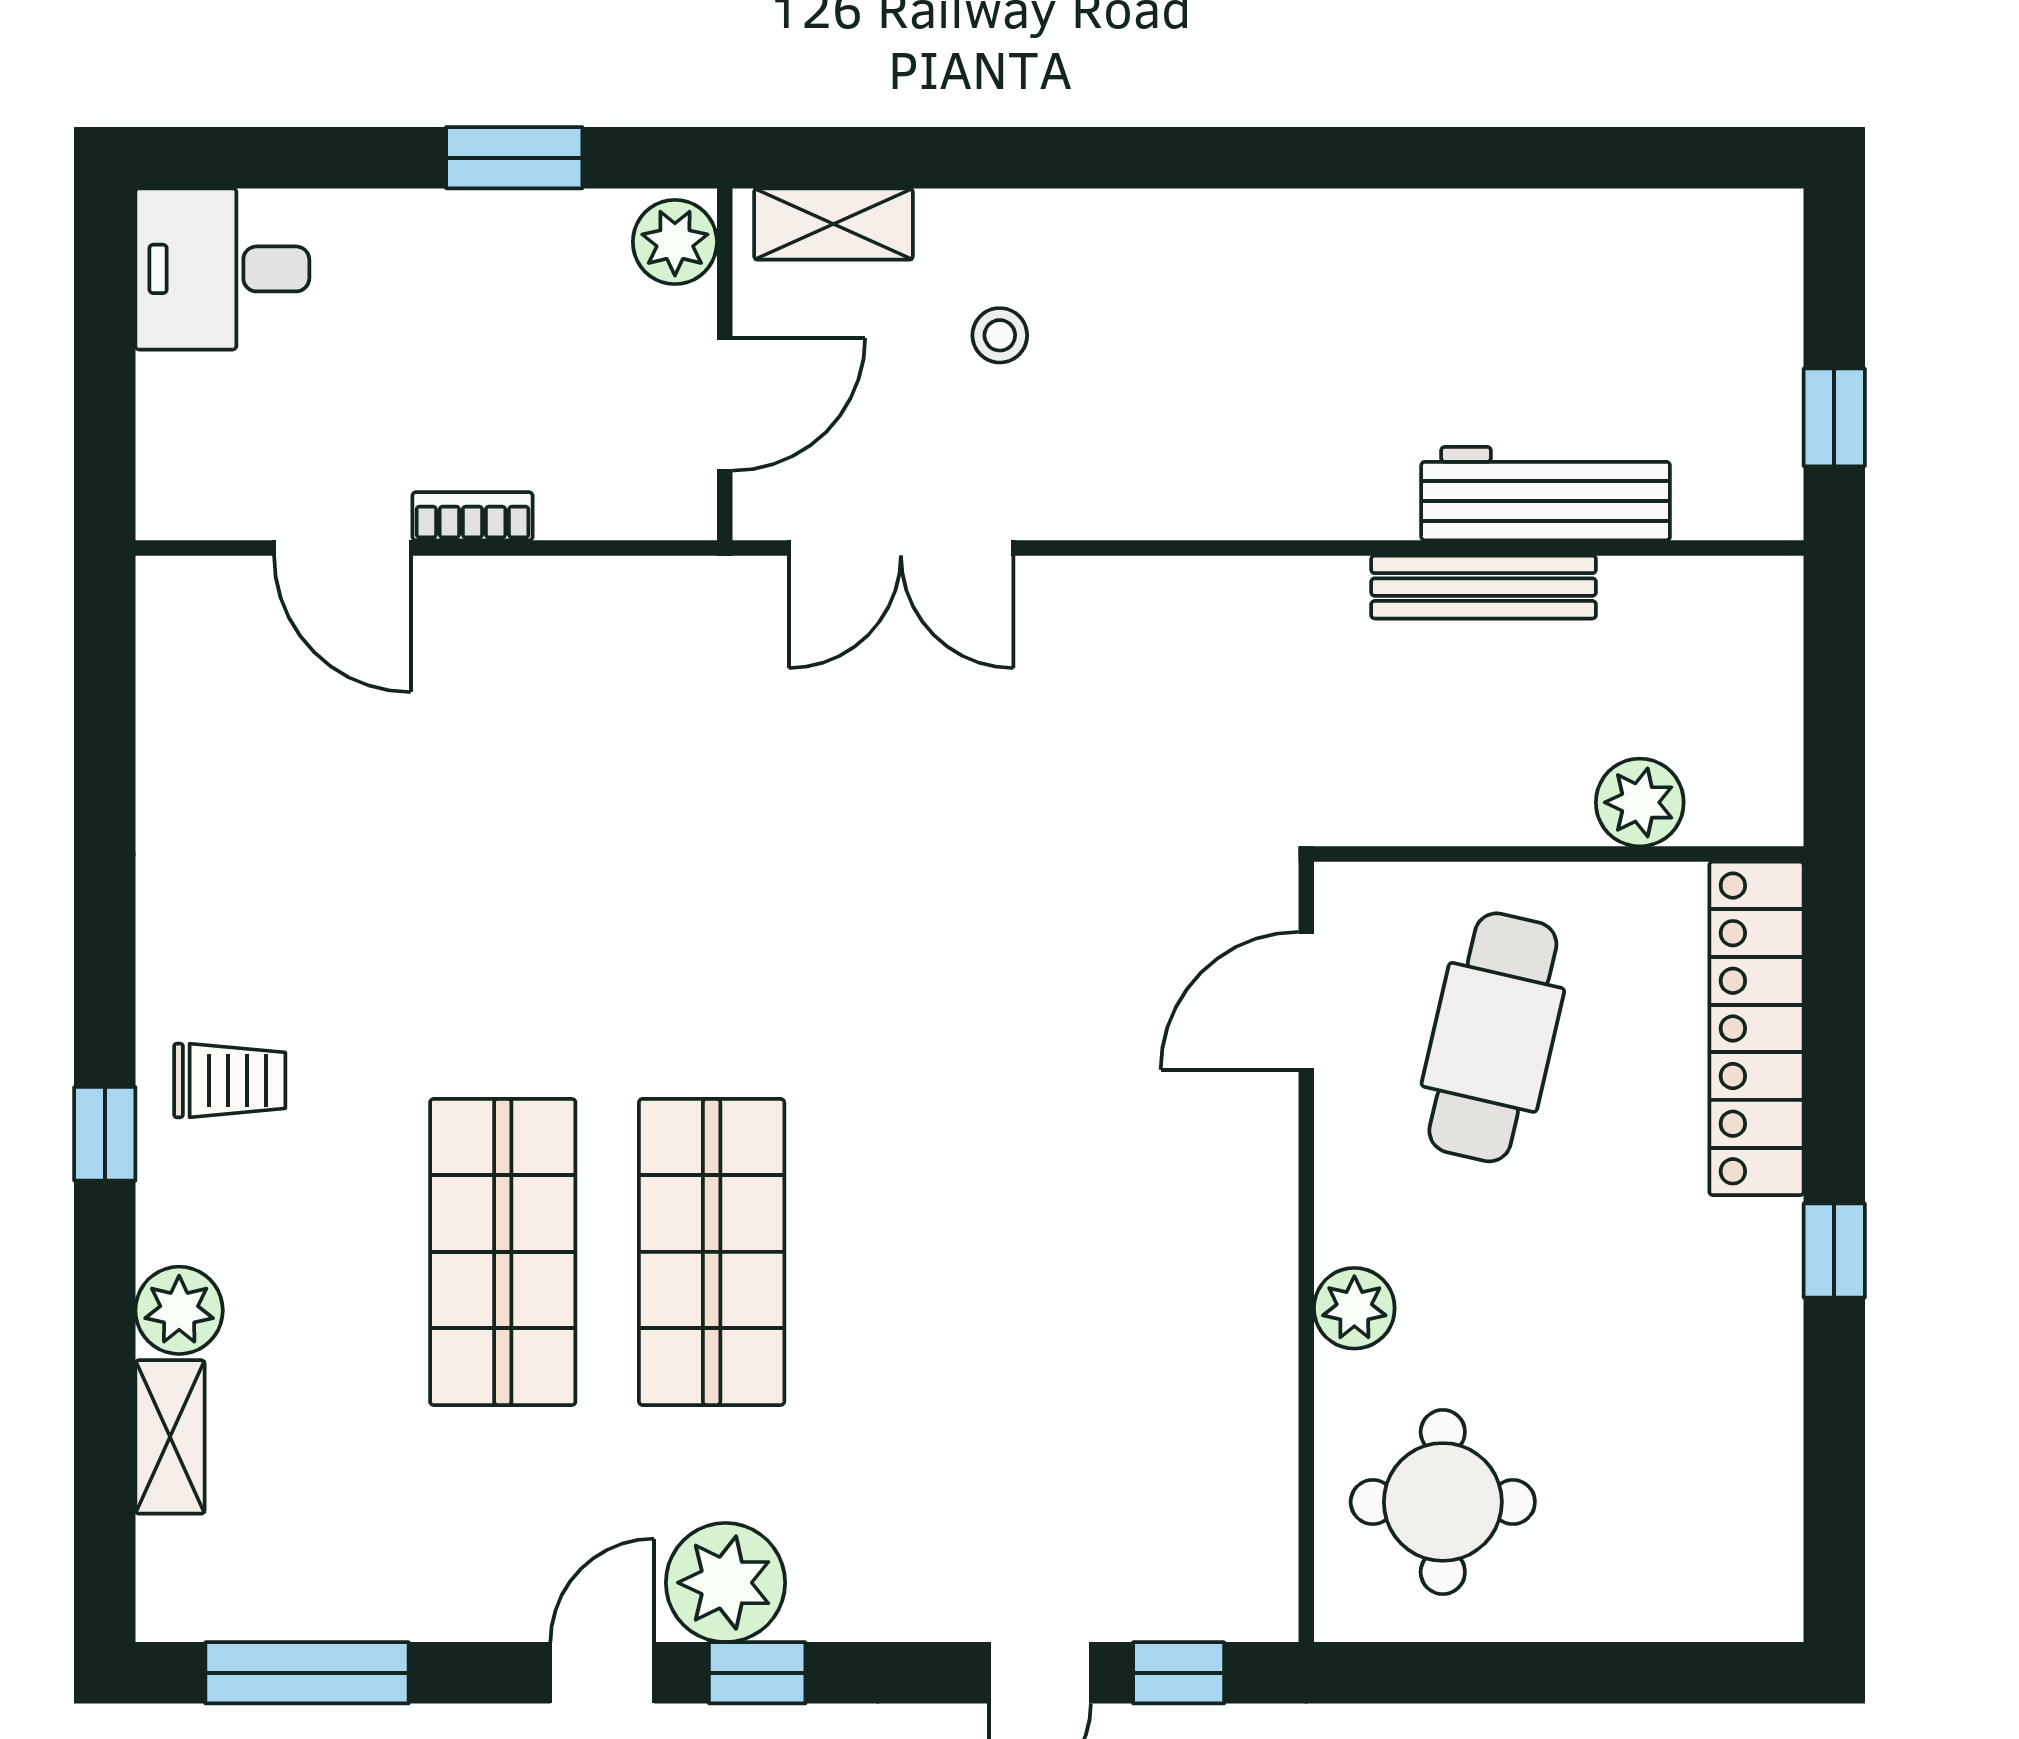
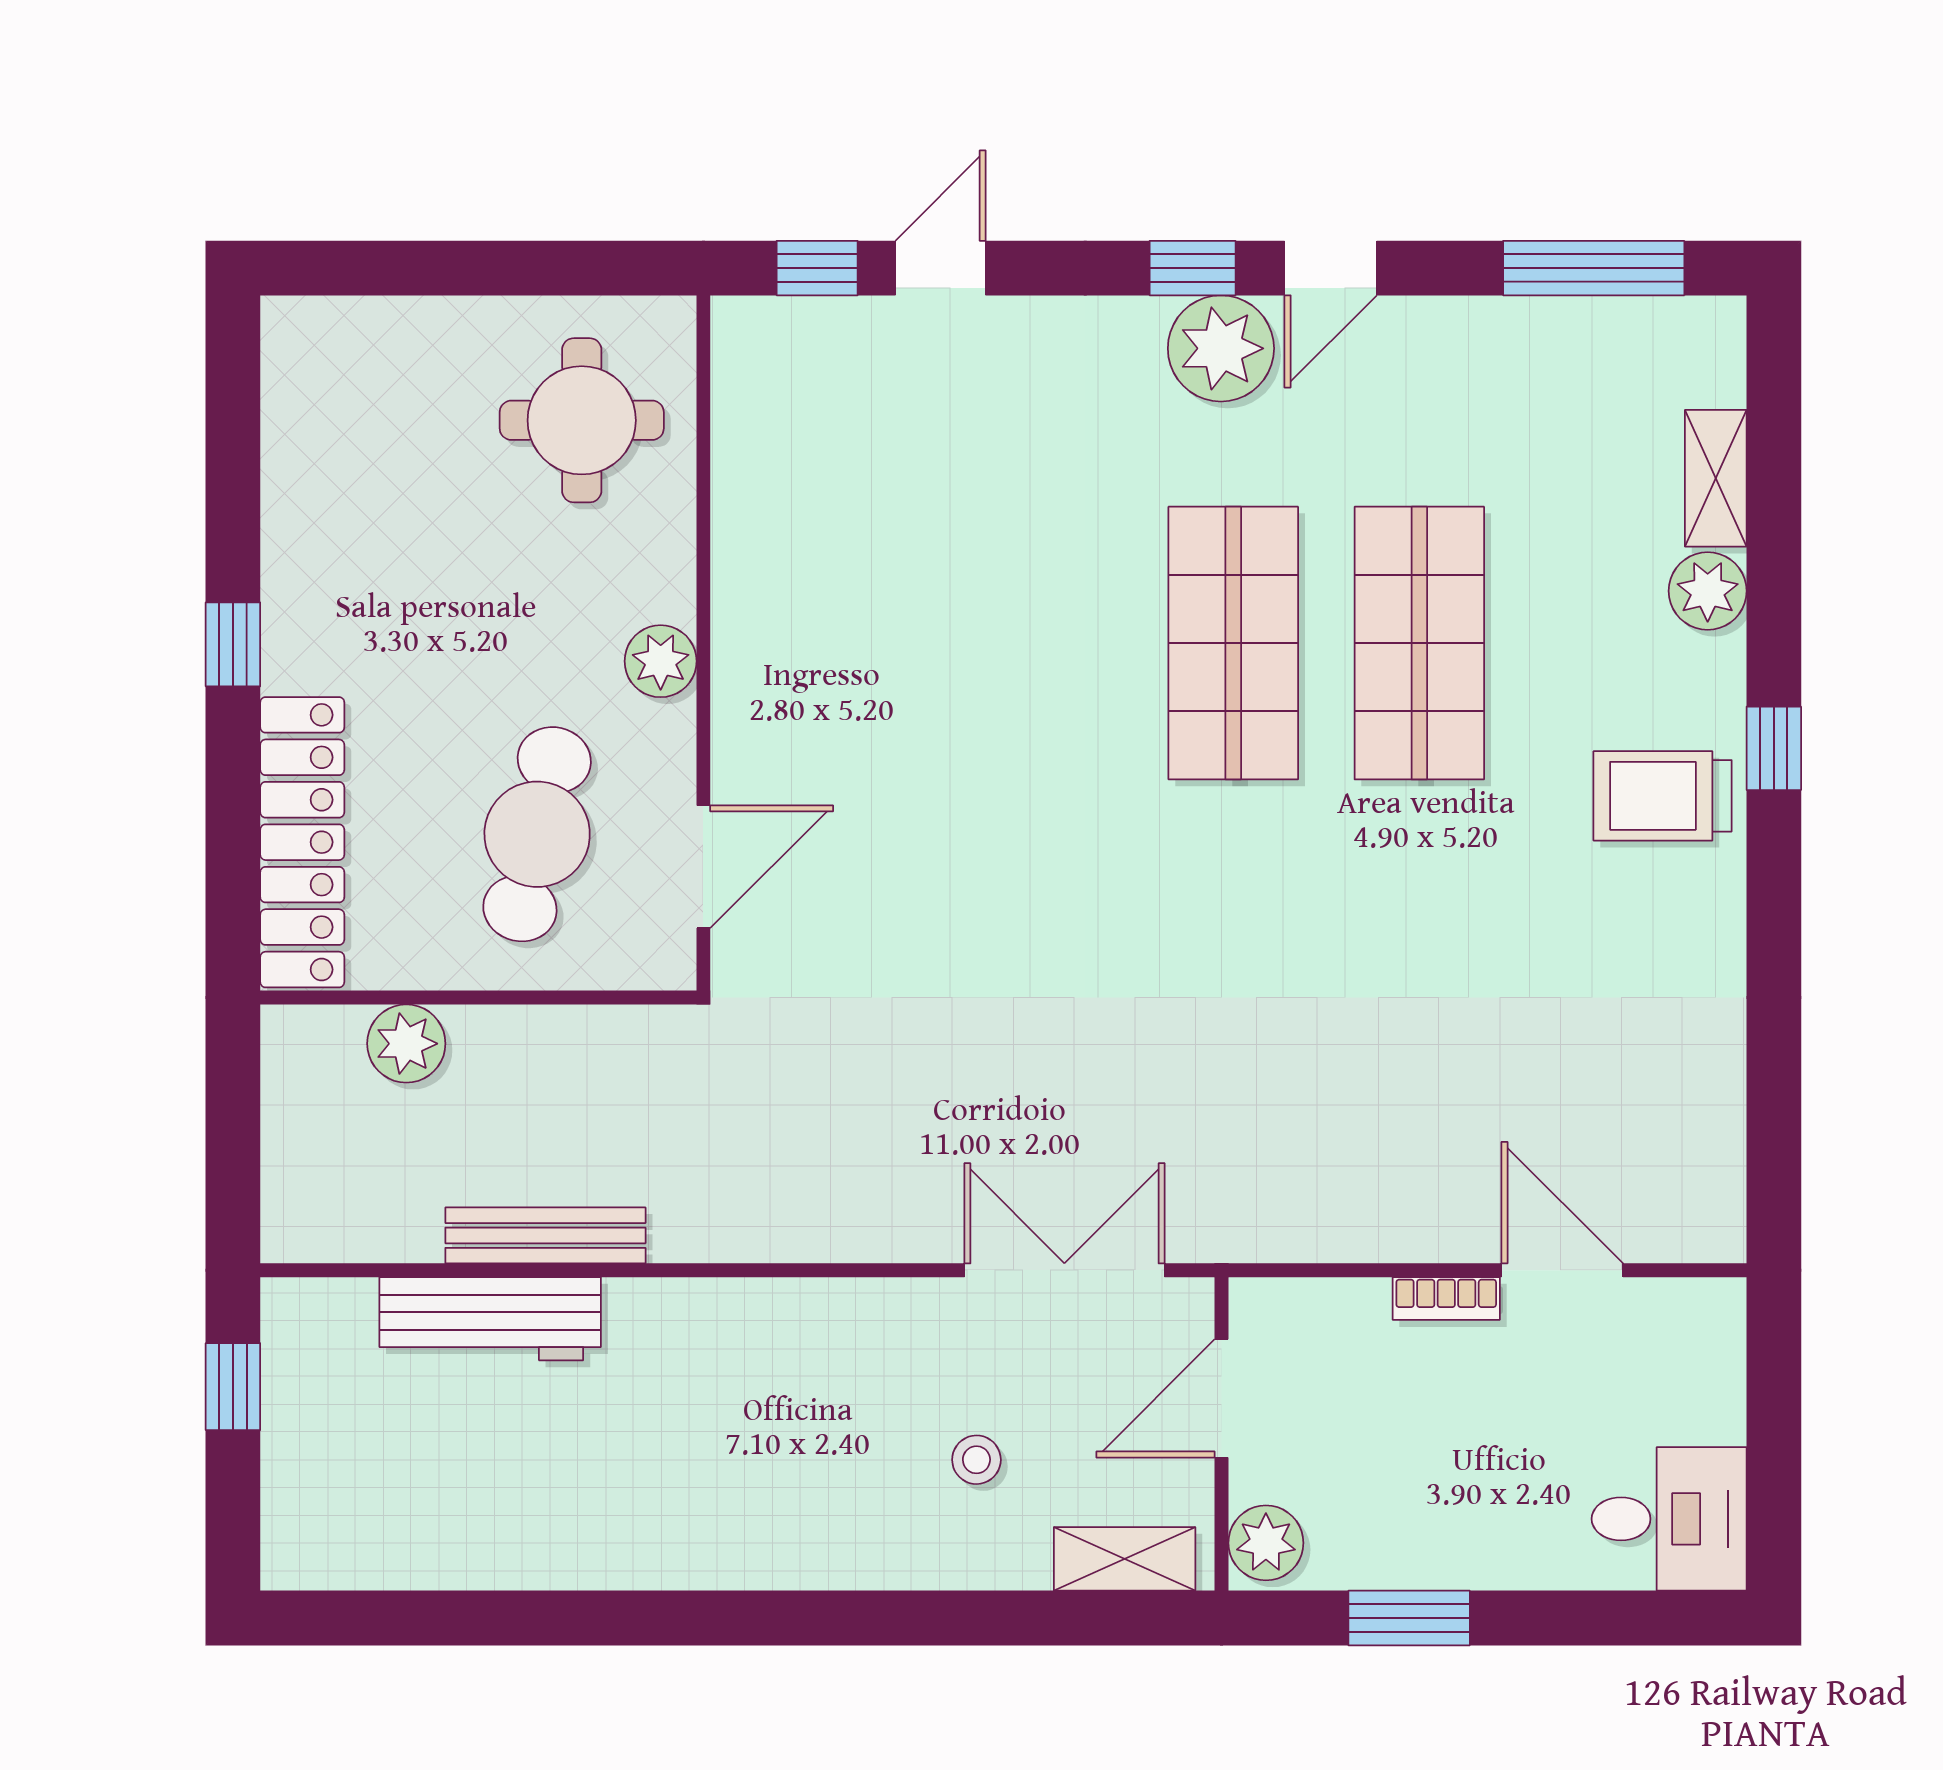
trolley: (230, 1080) -> (1663, 796), width x1.36, depth x1.39
plant: (1354, 1308) -> (661, 661), moved

